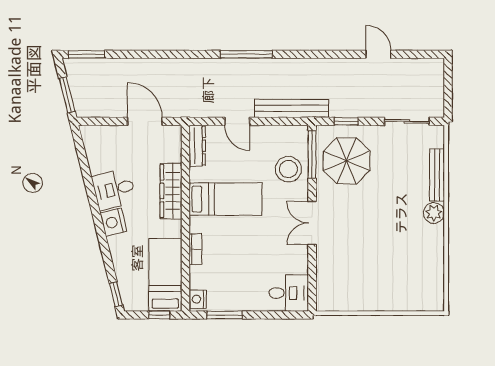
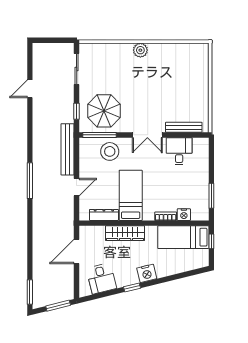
dresser: (197, 146) -> (104, 215), moved
bench: (437, 175) -> (184, 127), moved
desk: (114, 189) -> (101, 278), moved
desk: (289, 293) -> (179, 151), moved
window: (116, 294) -> (132, 287), moved
nightstand: (198, 299) -> (184, 215), moved

